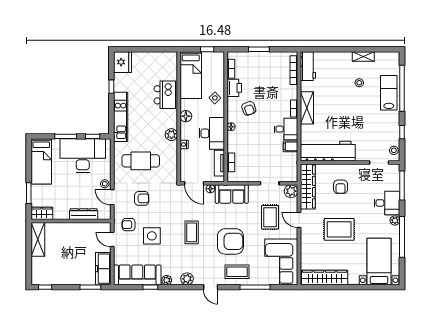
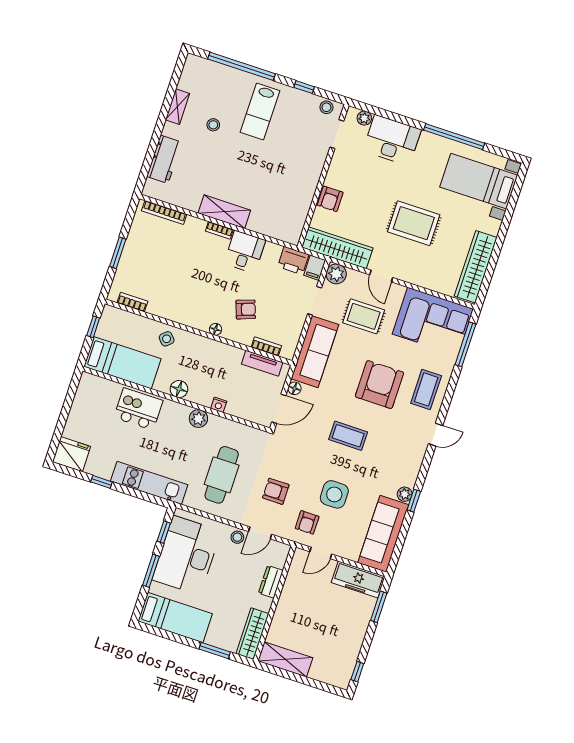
workbench: (308, 66) -> (164, 159), moved, turned 90
printer: (234, 88) -> (293, 261), moved, turned 180
lab bench: (389, 93) -> (260, 112), moved, turned -90
armchair: (249, 108) -> (246, 309), moved
desk: (212, 133) -> (216, 360), removed
filing cabinet: (290, 146) -> (315, 268), moved
workbench: (328, 151) -> (296, 202), removed
window: (402, 185) -> (381, 112), removed
armchair: (341, 187) -> (330, 199), moved, turned 90
sofa: (232, 194) -> (315, 352), width x1.36
armchair: (142, 198) -> (276, 491), turned -90
desk: (387, 203) -> (392, 140), width x1.37
wardrobe: (42, 213) -> (252, 634), width x1.50
dresser: (84, 214) -> (271, 582), width x0.70
door: (299, 220) -> (381, 276), hinge flipped
plant: (395, 220) -> (364, 118), moved
rug: (339, 229) -> (414, 223), turned 90
plant: (187, 279) -> (412, 464), removed
window: (150, 287) -> (414, 501), moved
window: (255, 287) -> (465, 344), moved

